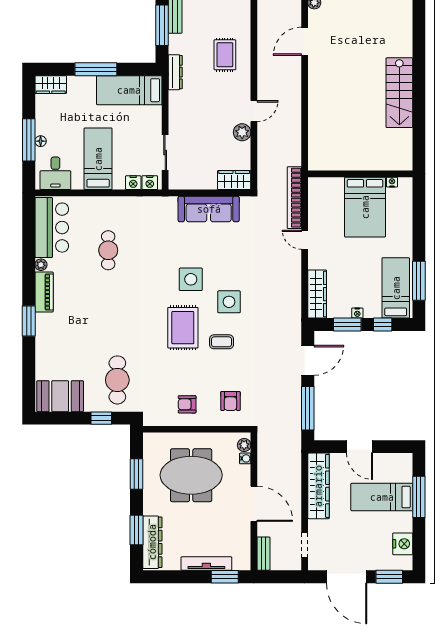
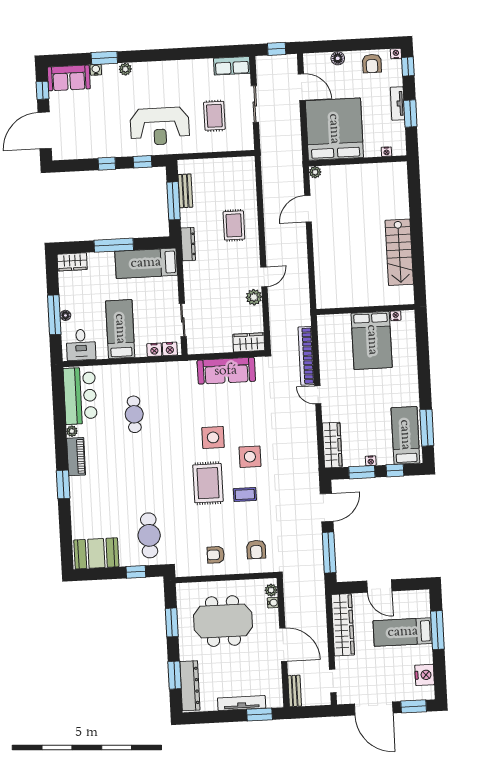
wall: (360, 174) -> (365, 310), moved
nightstand: (392, 182) -> (396, 316), moved
bed: (365, 207) -> (372, 340), moved

